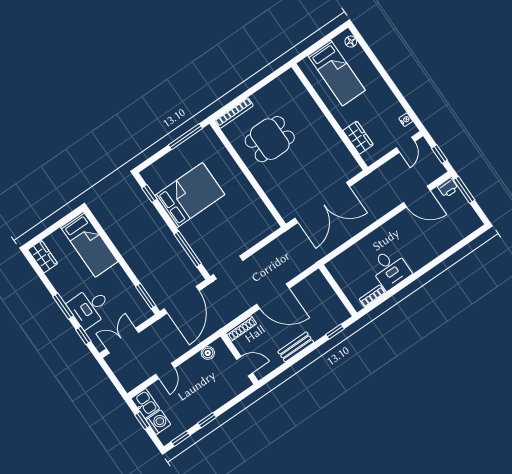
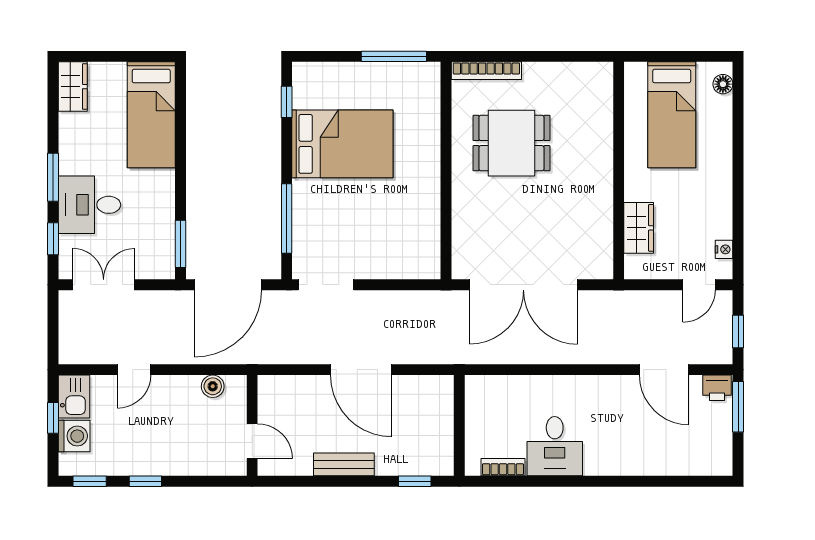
shoe rack: (241, 328) -> (284, 384), removed

